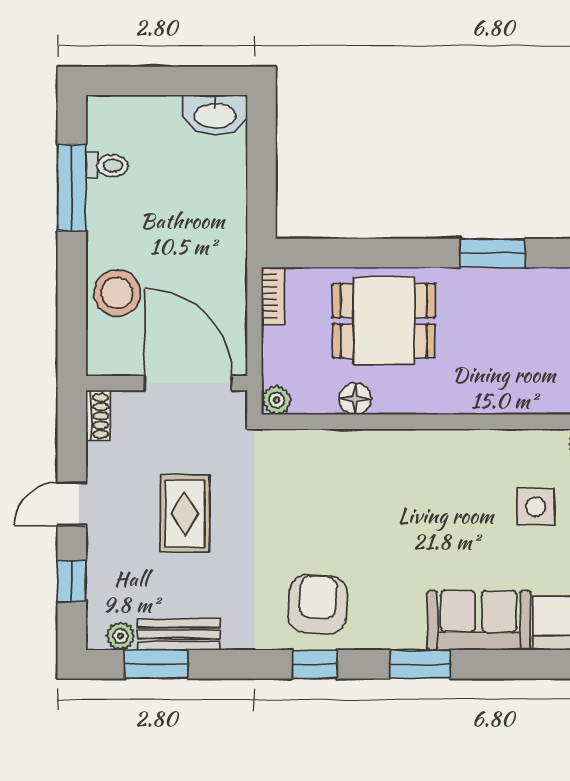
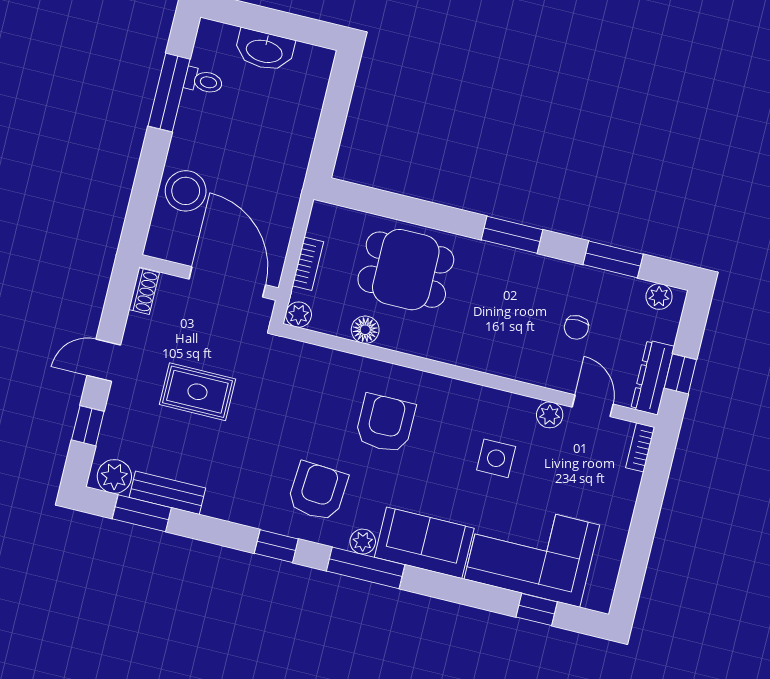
washbasin: (215, 115) -> (264, 50), moved
bookcase: (273, 296) -> (308, 264), moved
armchair: (403, 498) -> (385, 423), added
rug: (185, 514) -> (197, 392), turned 90
armchair: (318, 604) -> (318, 491), moved
plant: (120, 636) -> (114, 476), width x1.38, depth x1.38
plant: (410, 636) -> (363, 542), added
window: (420, 664) -> (366, 568), width x1.44

